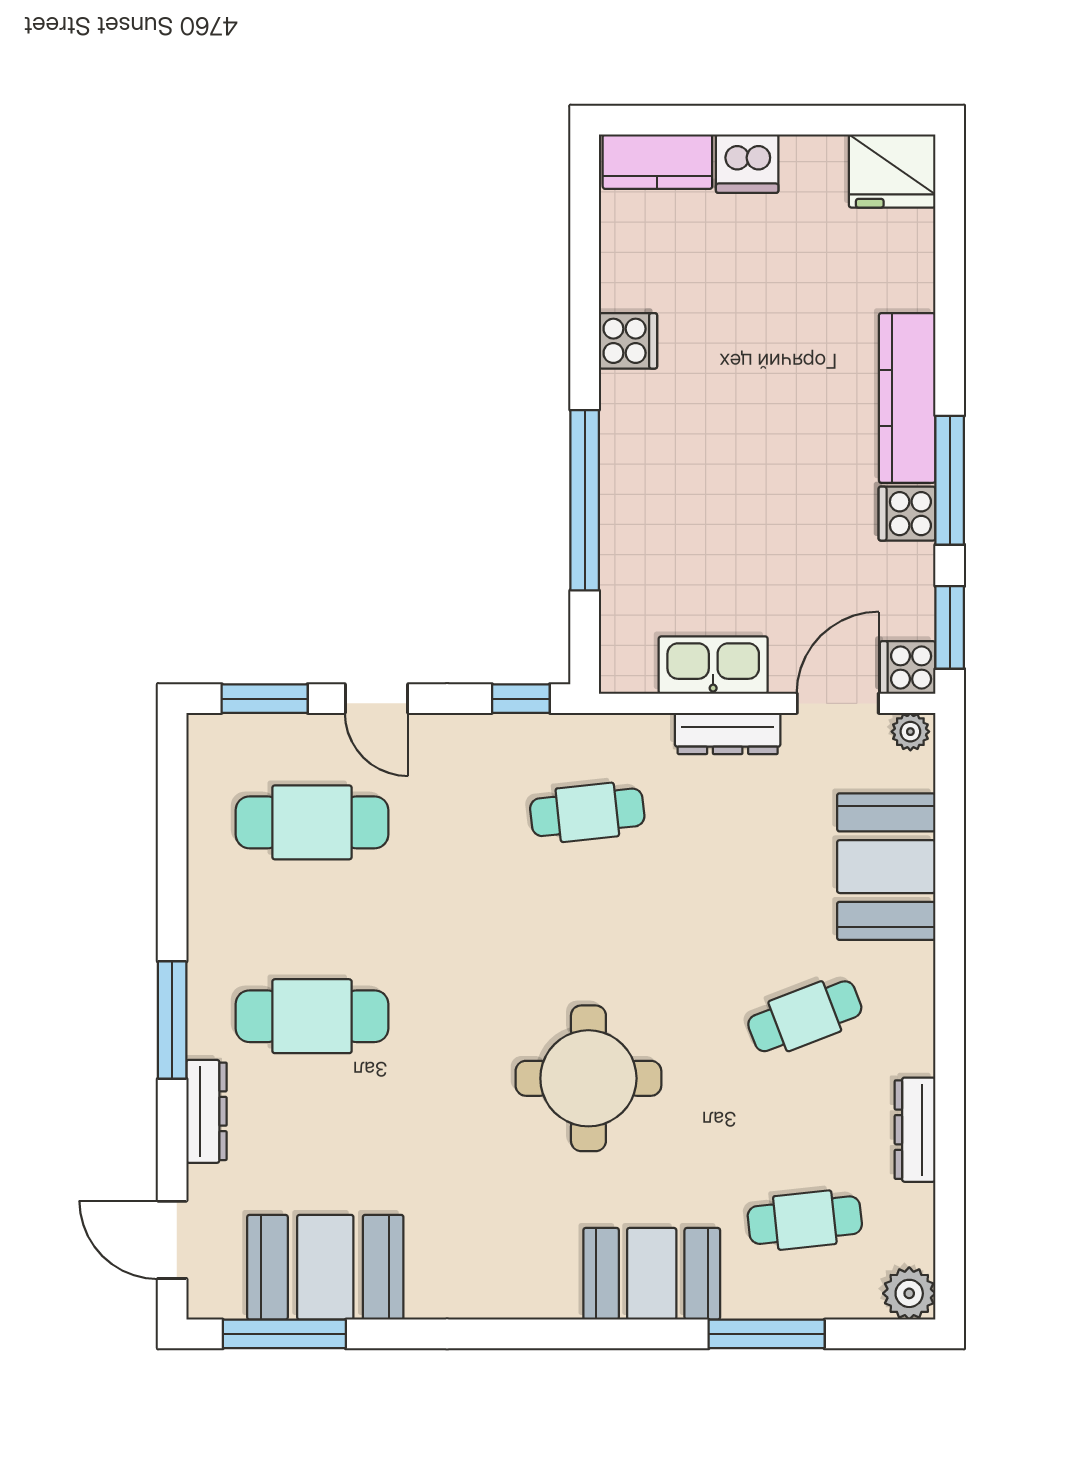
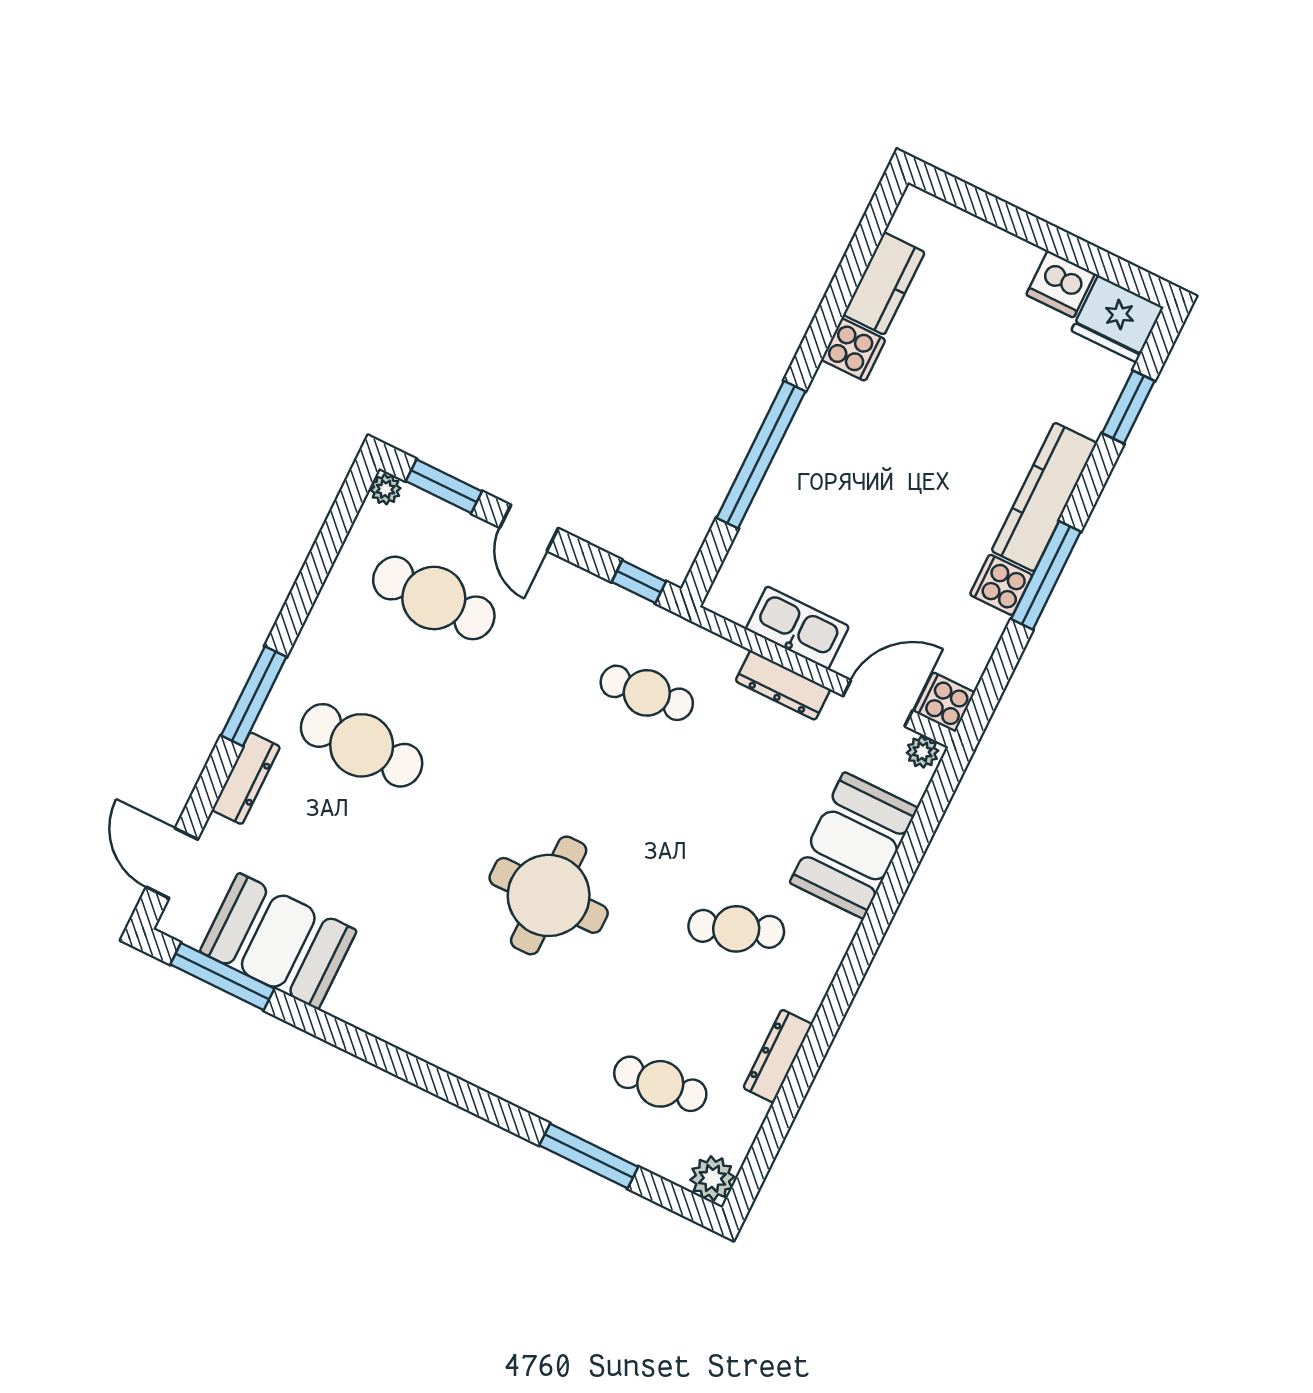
kitchen counter: (657, 162) -> (884, 283), moved, turned -90
dishwasher: (747, 164) -> (1061, 284), moved
window: (950, 627) -> (1128, 407), moved
plant: (204, 732) -> (385, 489), added
booth: (652, 1274) -> (524, 1068), removed

